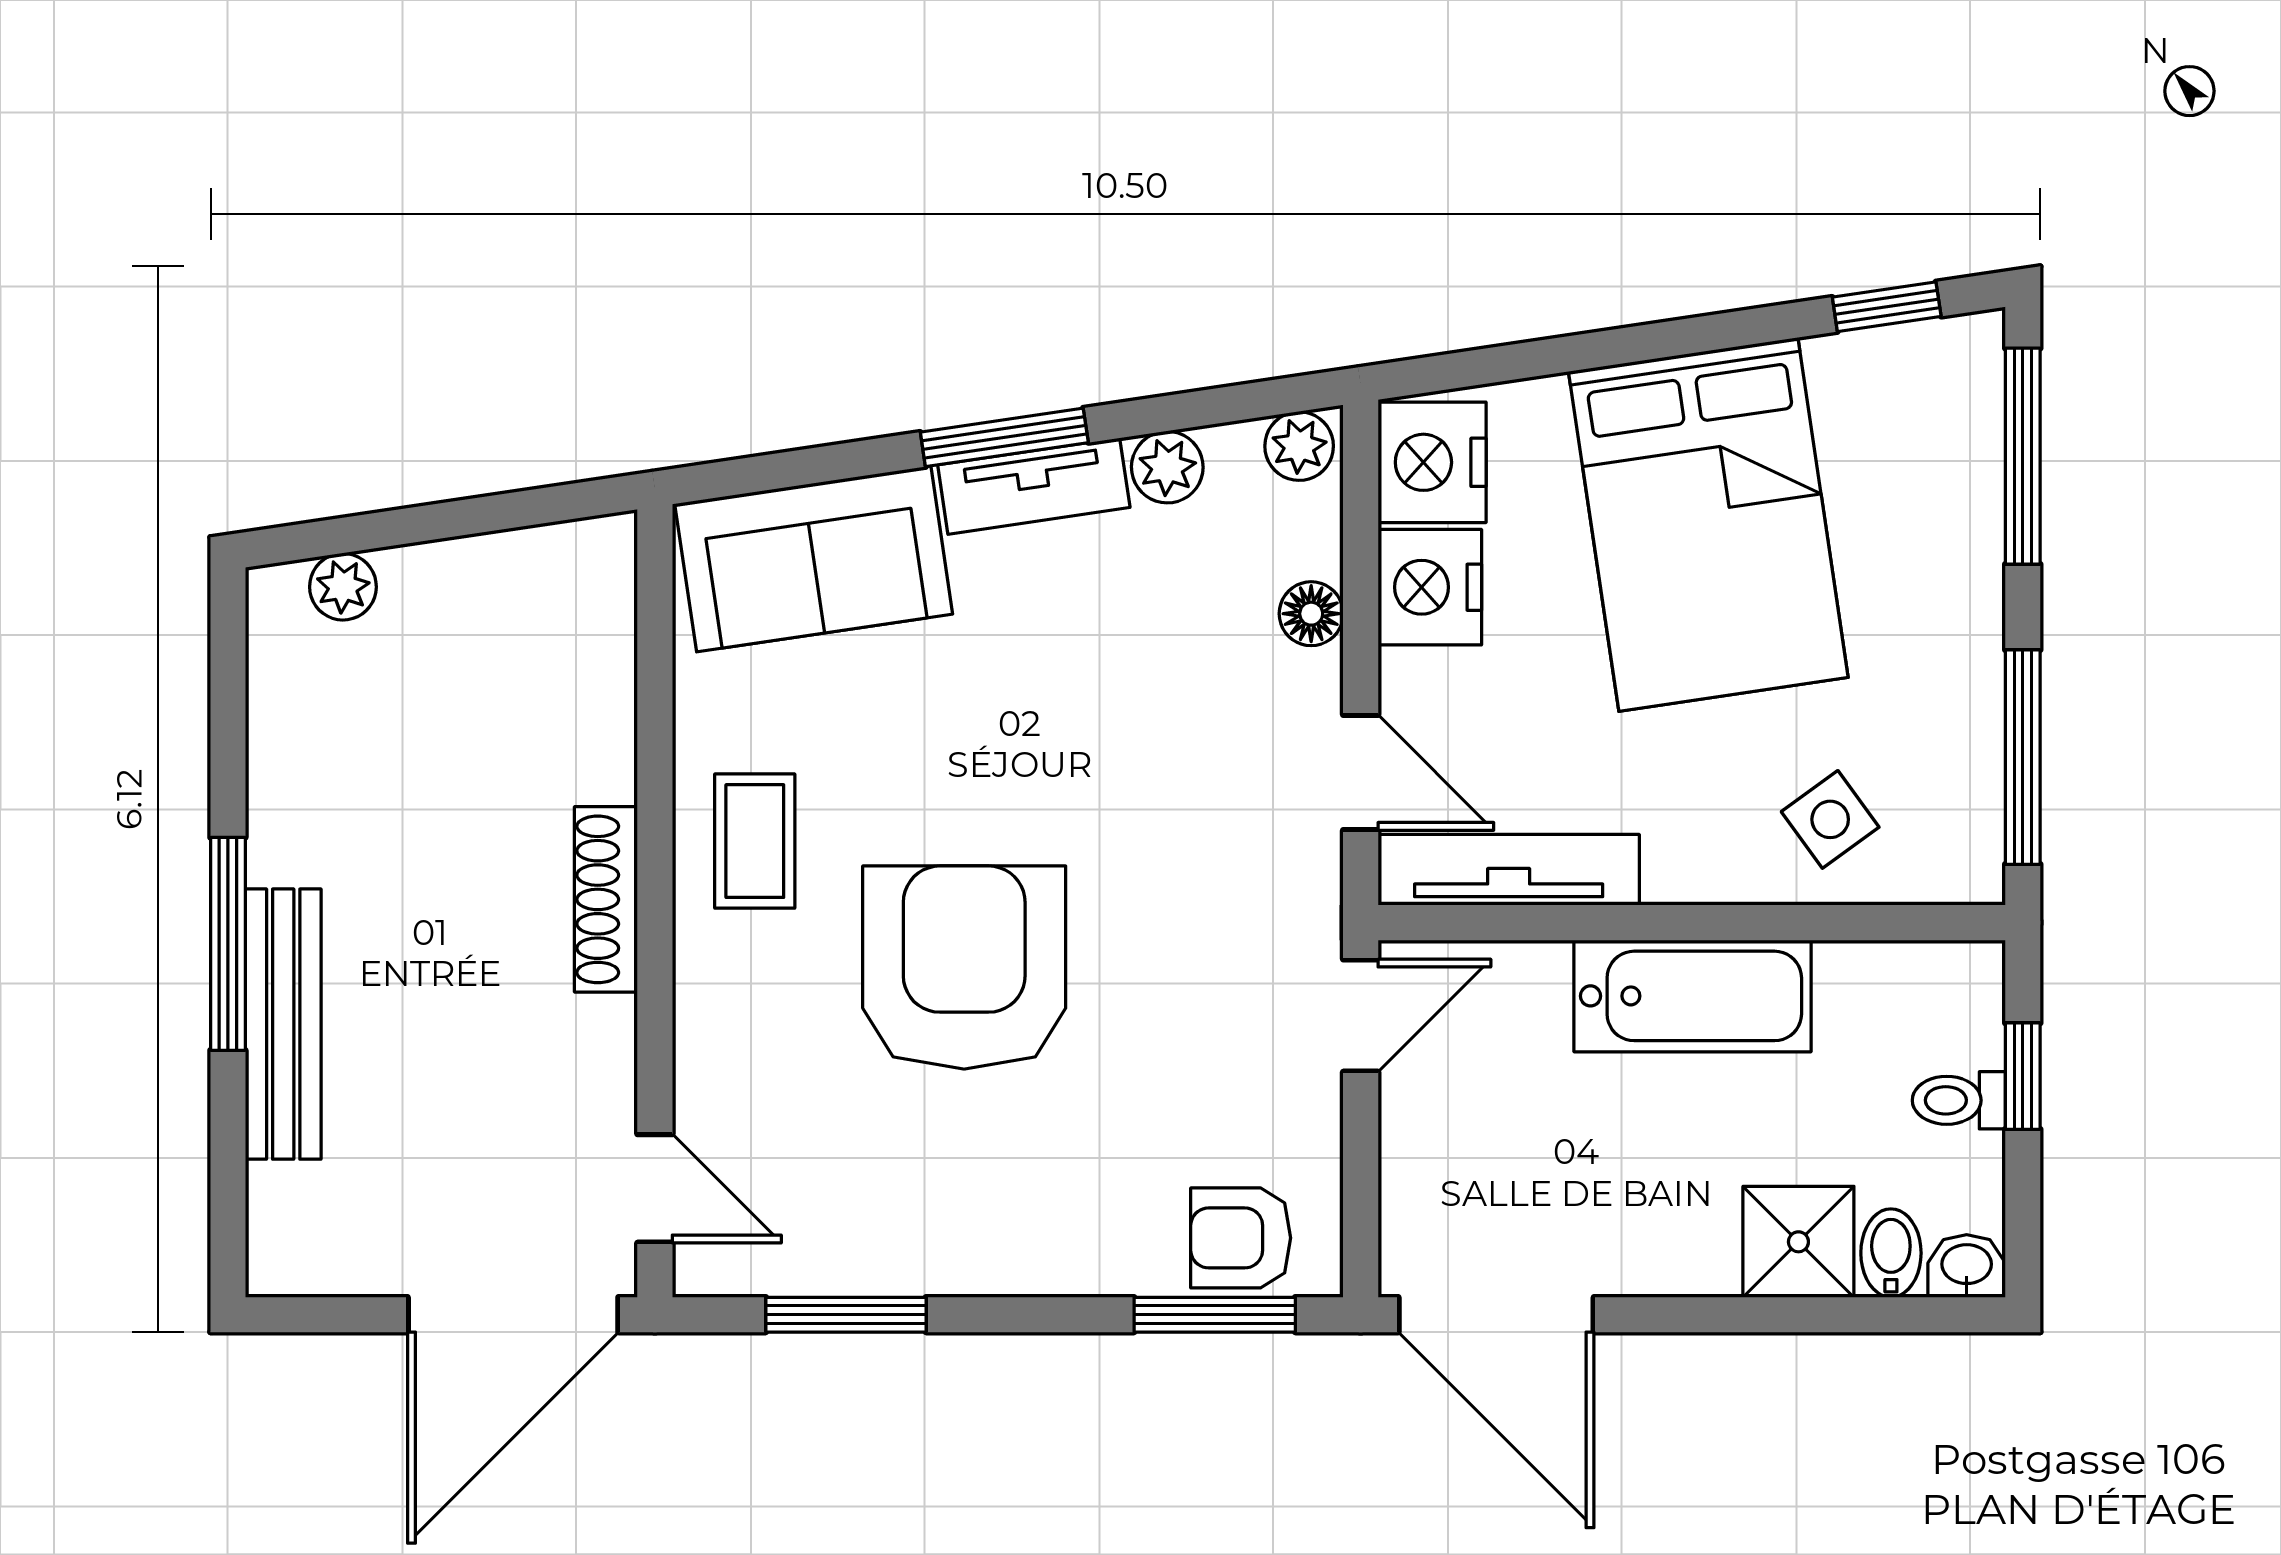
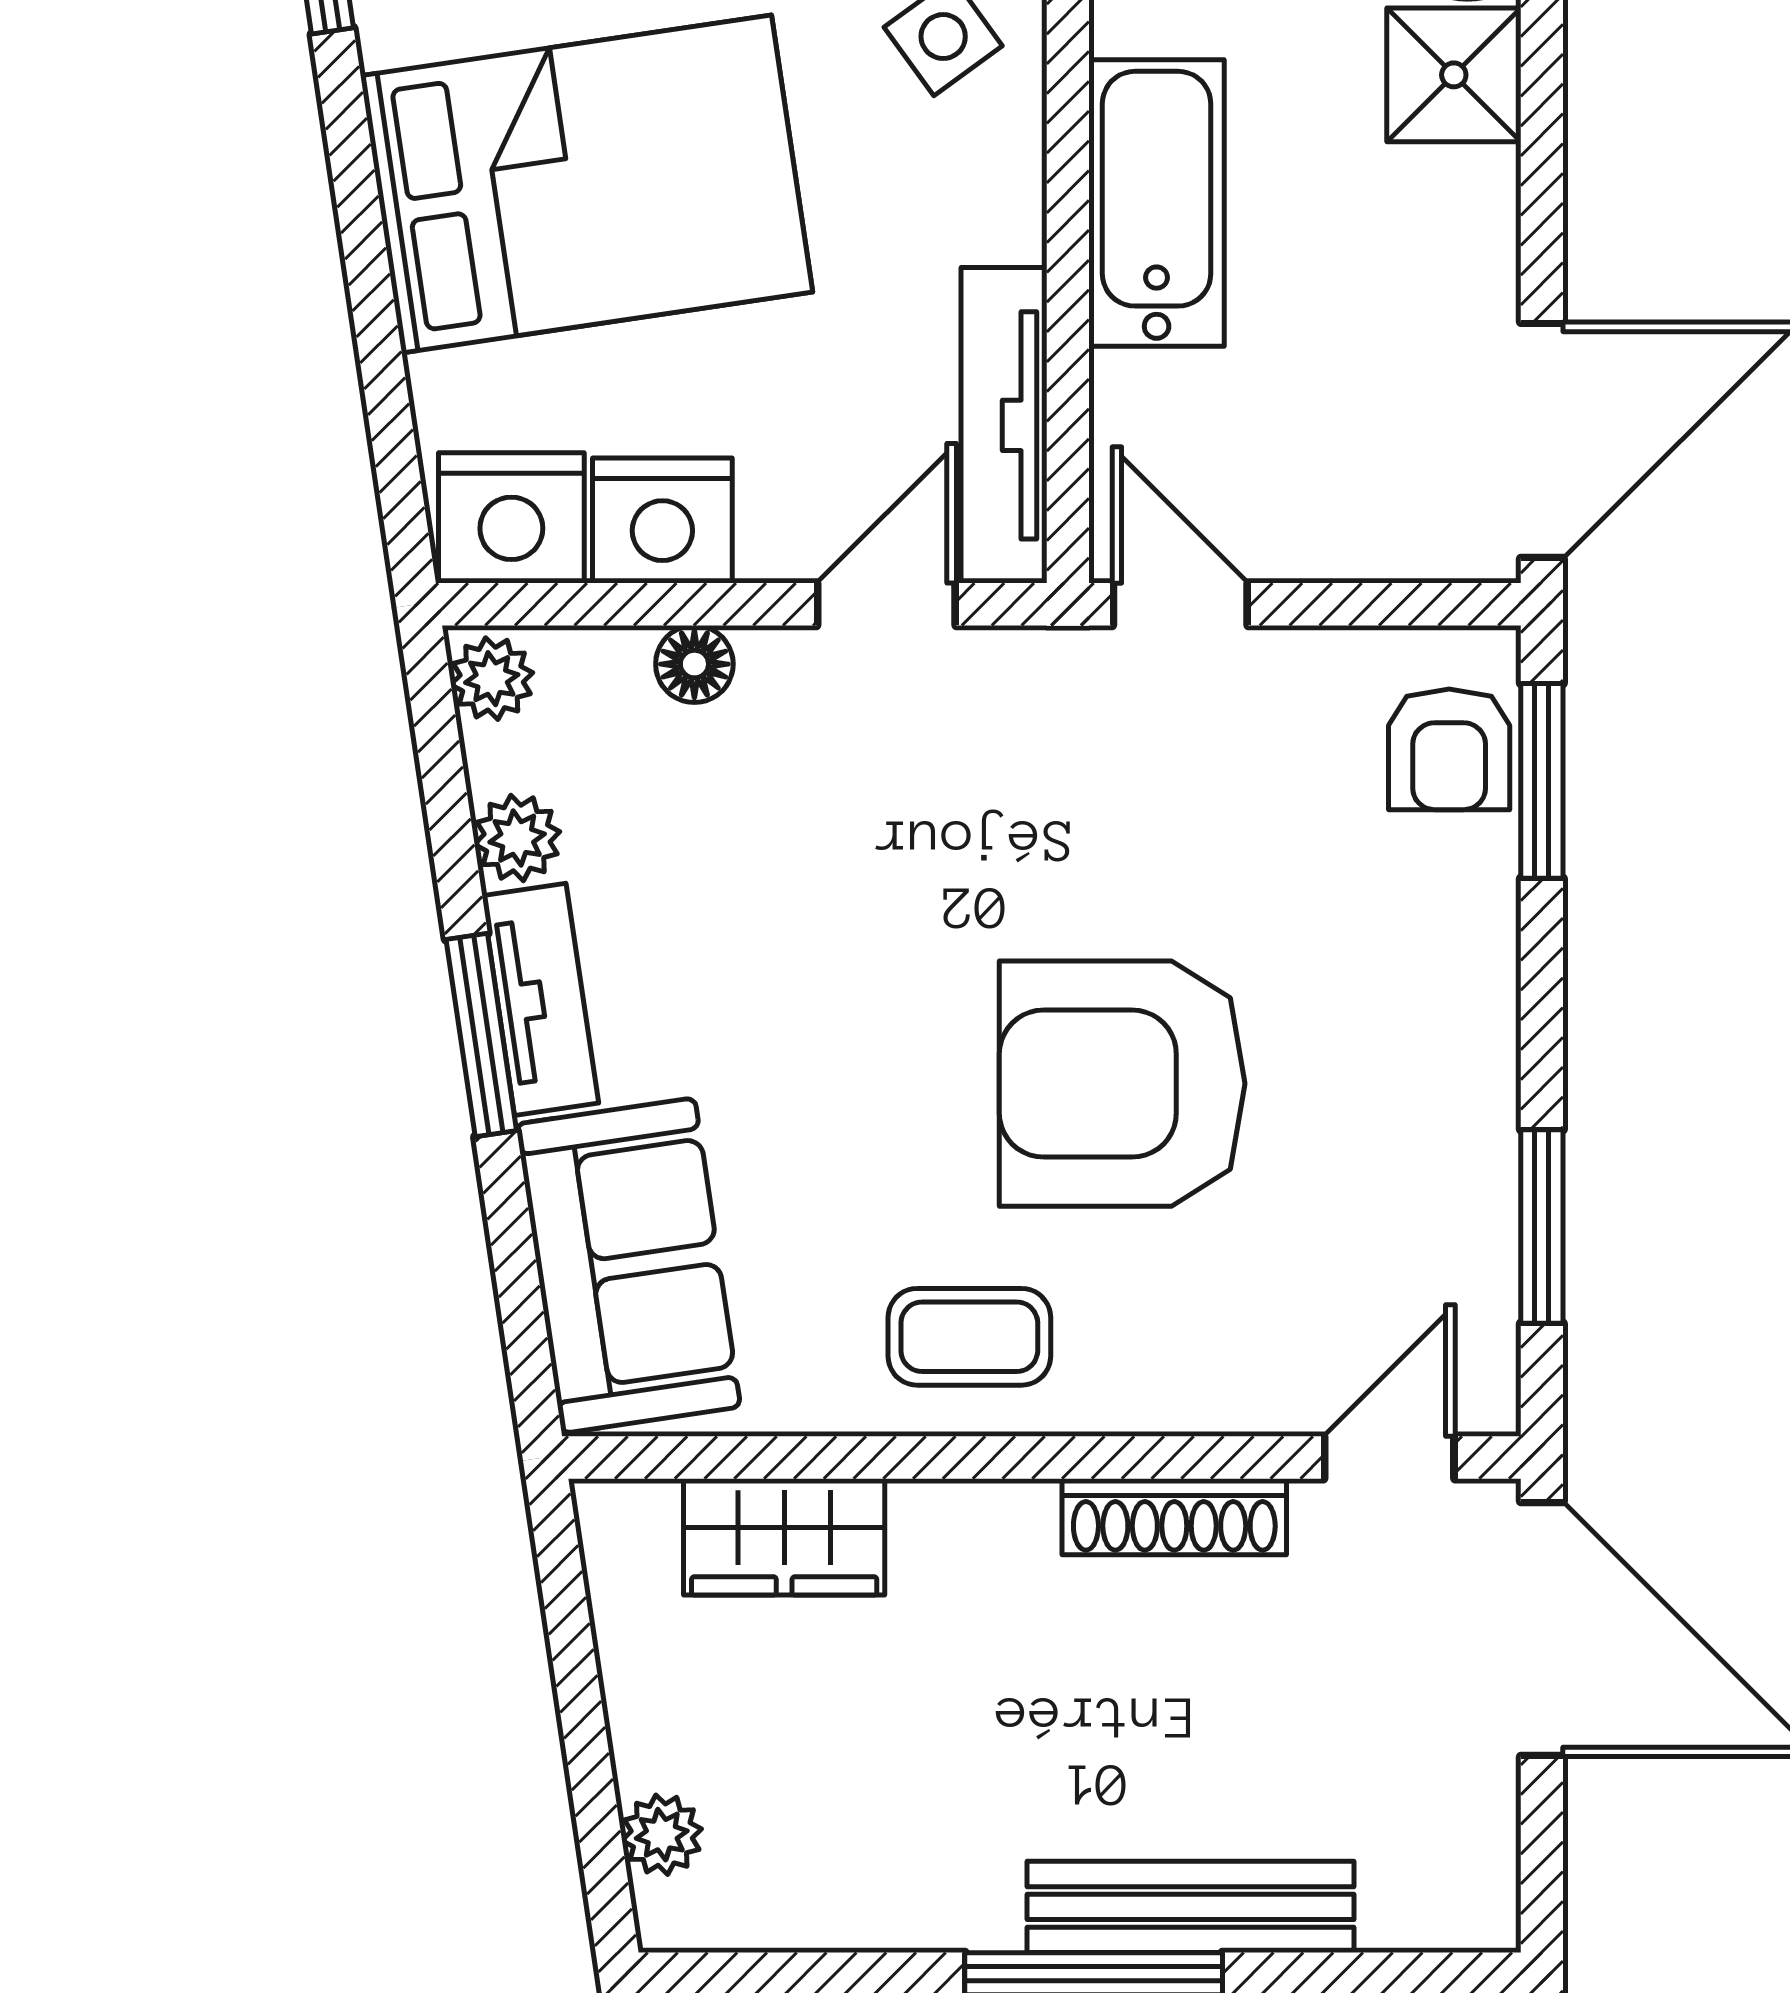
wardrobe: (589, 688) -> (784, 1537), added
shoe rack: (606, 899) -> (1174, 1517), moved

